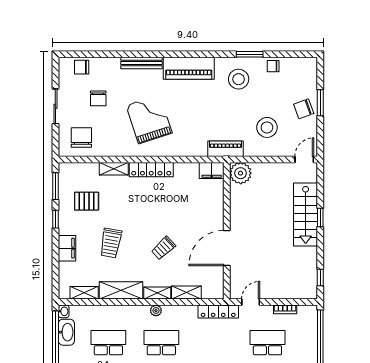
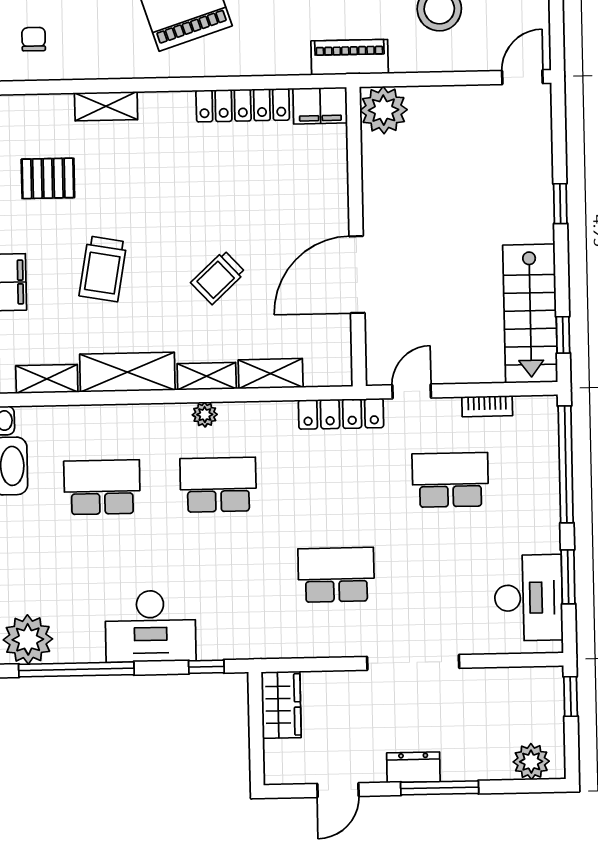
chair: (81, 137) -> (34, 39), width x0.54, depth x0.54
locker: (151, 170) -> (243, 105), moved
stairs: (306, 215) -> (530, 314), moved

